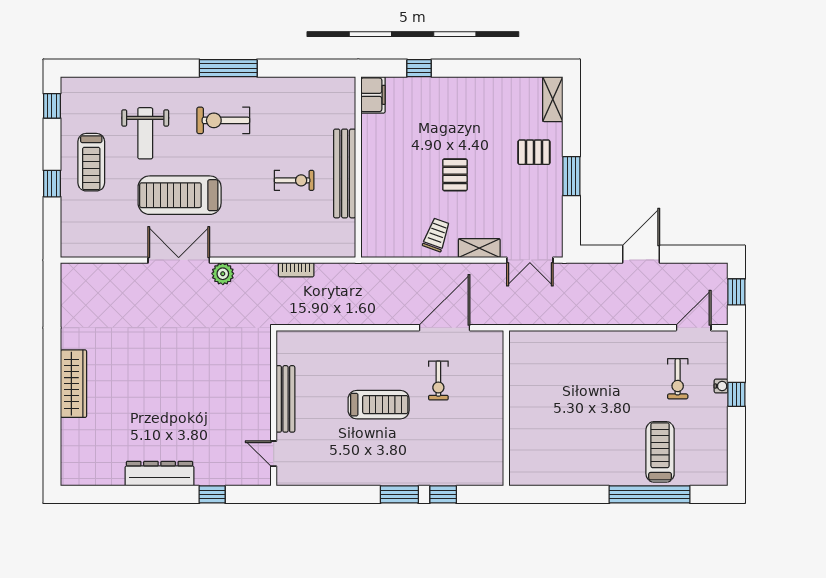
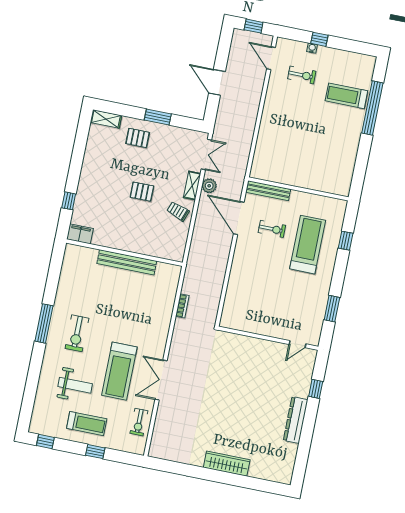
pallet: (534, 152) -> (138, 138), turned 90
exercise bike: (294, 180) -> (139, 422), moved, turned 180
plant: (223, 274) -> (209, 186), moved
bench: (285, 399) -> (268, 191), moved
treadmill: (379, 405) -> (308, 245), moved, width x1.37, depth x1.38
window: (399, 494) -> (332, 309), moved

